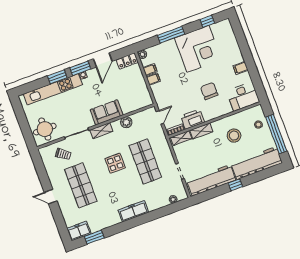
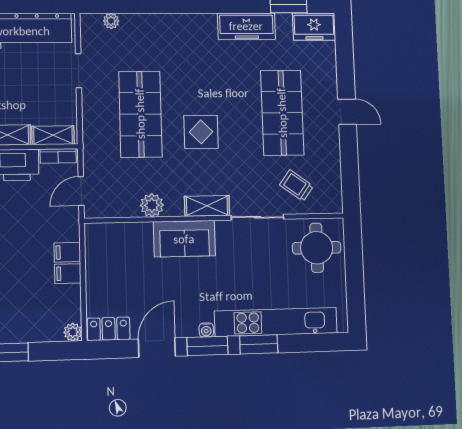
filing cabinet: (150, 70) -> (67, 252), moved
freezer: (133, 211) -> (246, 26), moved

